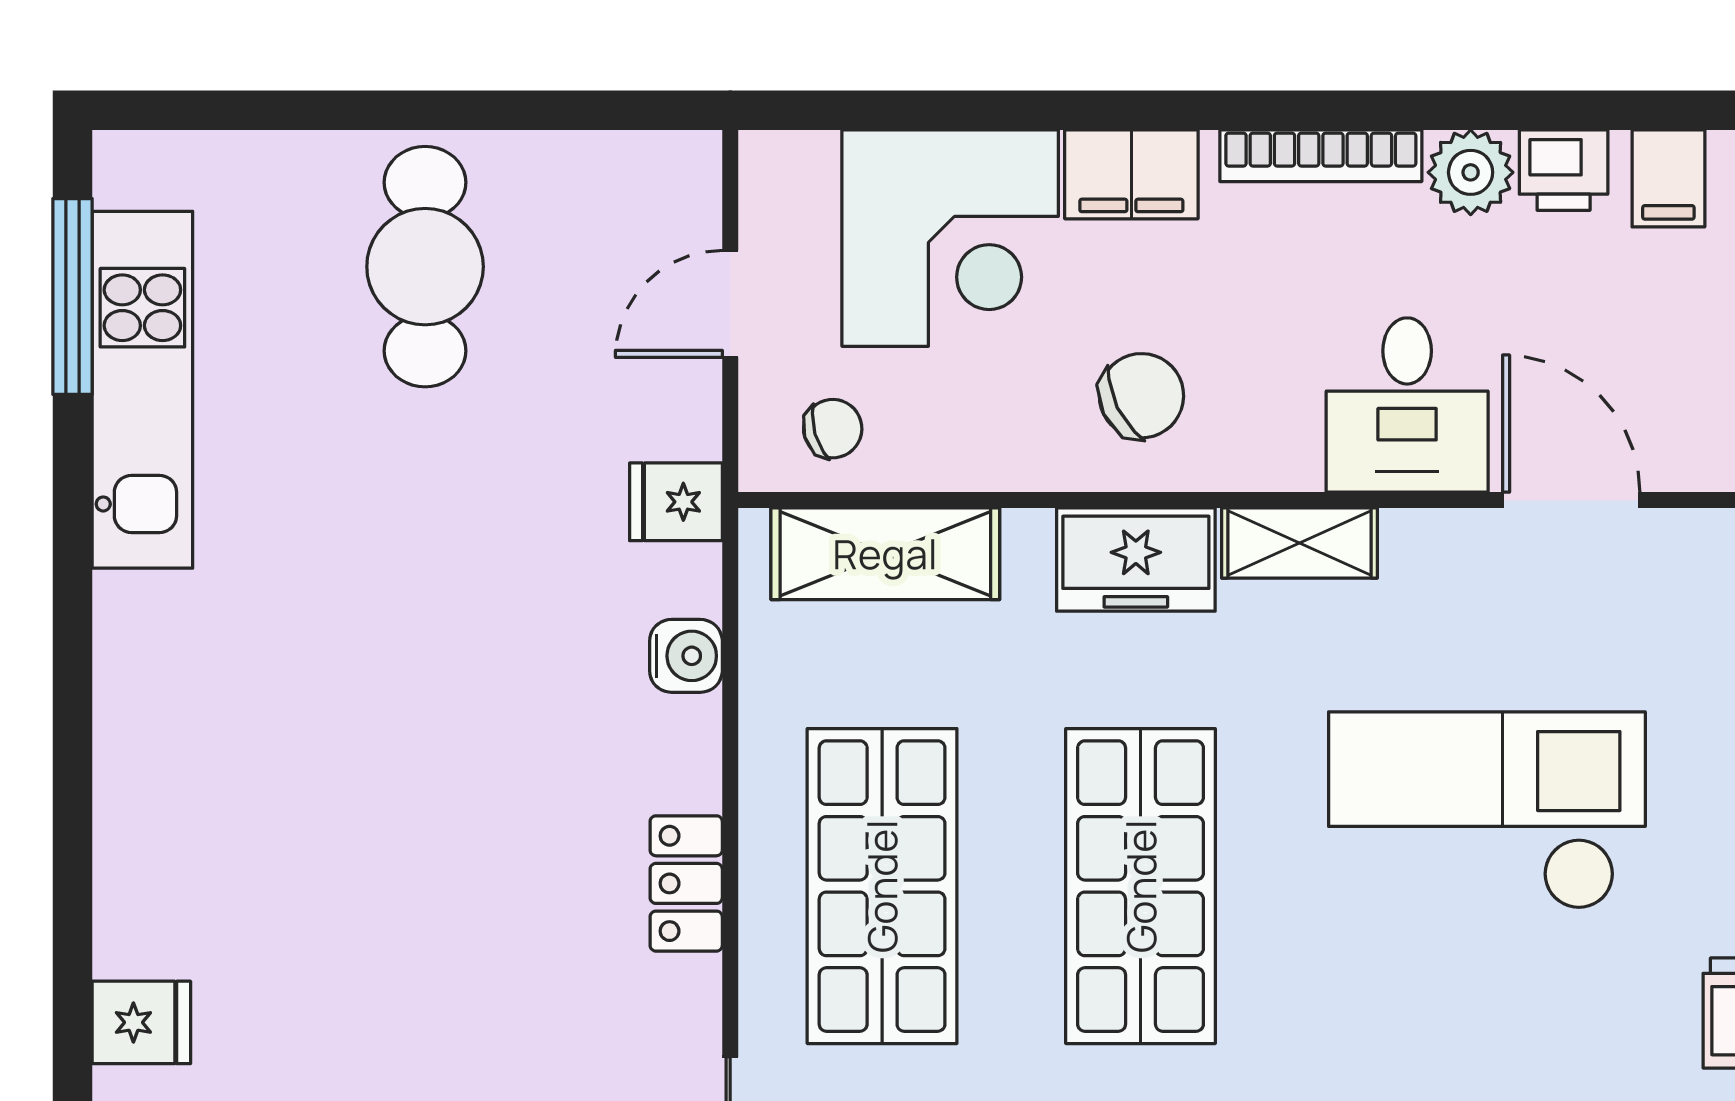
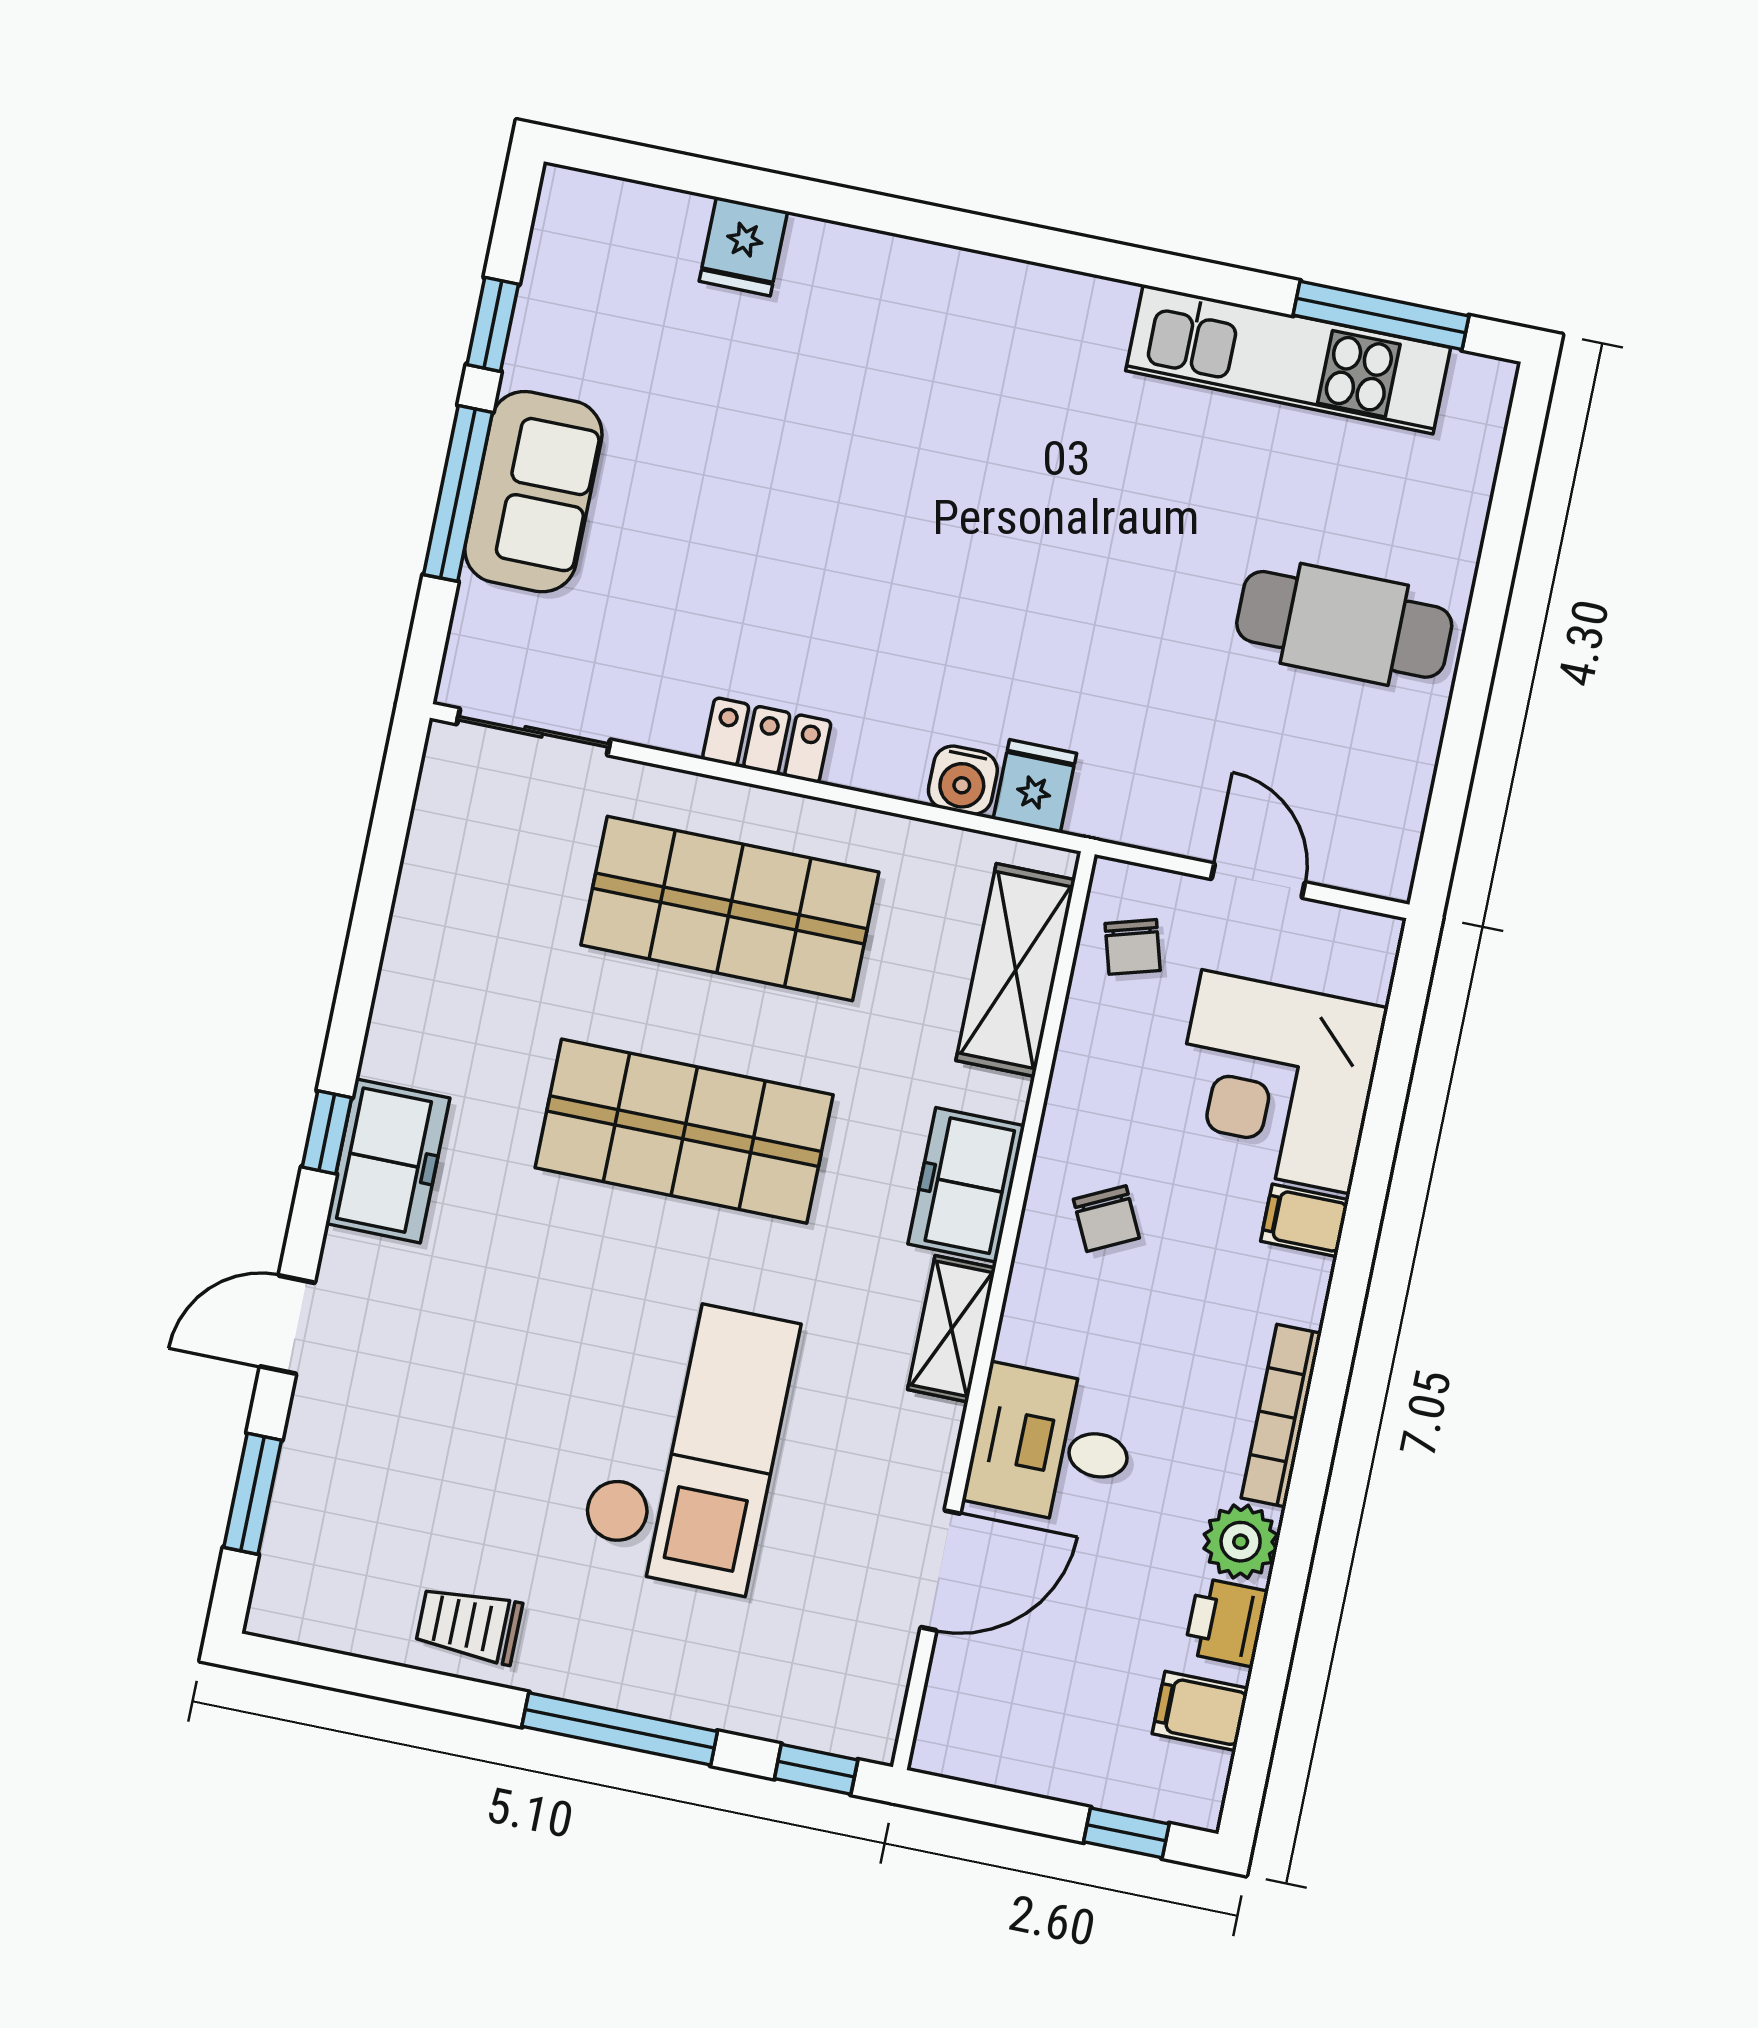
filing cabinet: (1131, 174) -> (1305, 1220), width x0.50
chair: (1141, 396) -> (1106, 1219), width x0.73, depth x0.73
fridge: (676, 502) -> (1035, 786), moved

